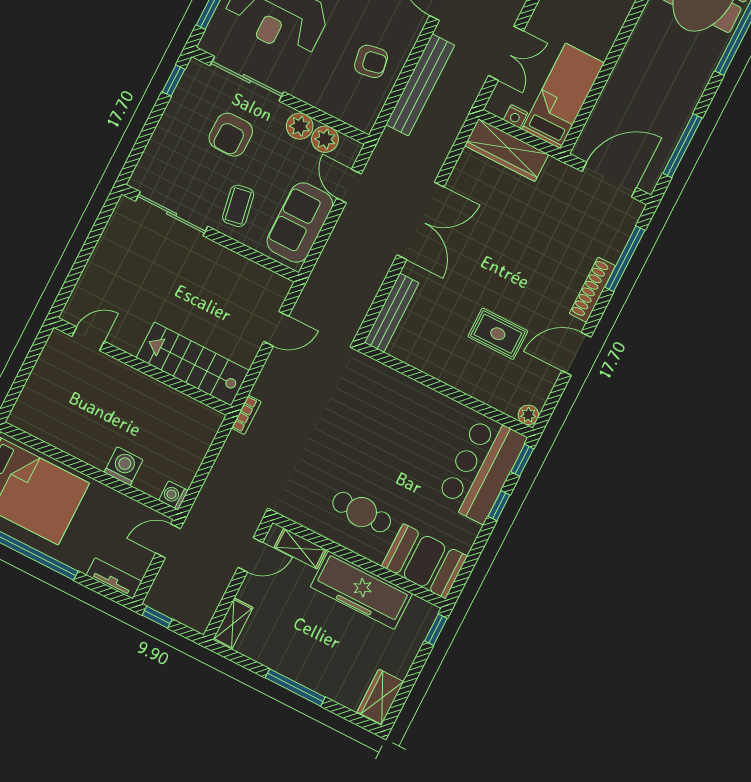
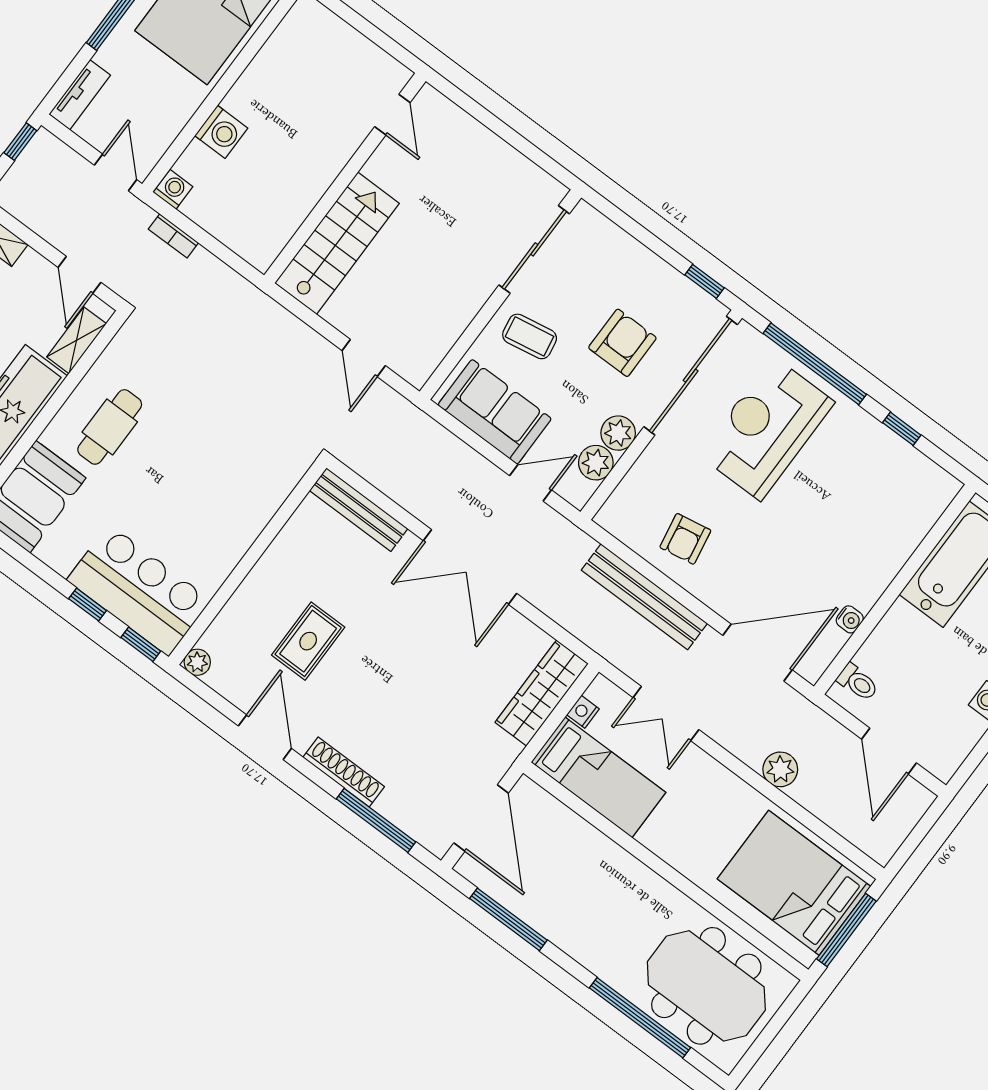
sliding door: (247, 79) -> (691, 376), width x1.36
armchair: (231, 135) -> (622, 343), turned 90
bookcase: (246, 415) -> (173, 236), moved

